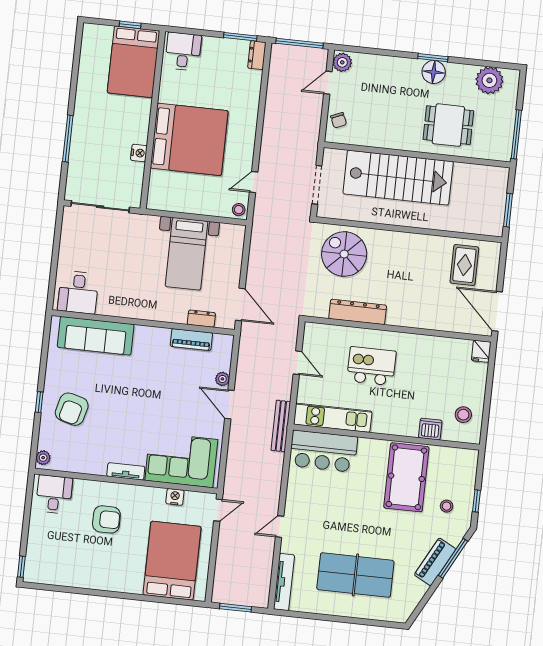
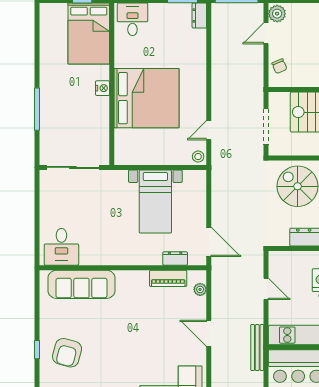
nightstand: (139, 153) -> (103, 88), moved
plant: (222, 379) -> (200, 289), moved

